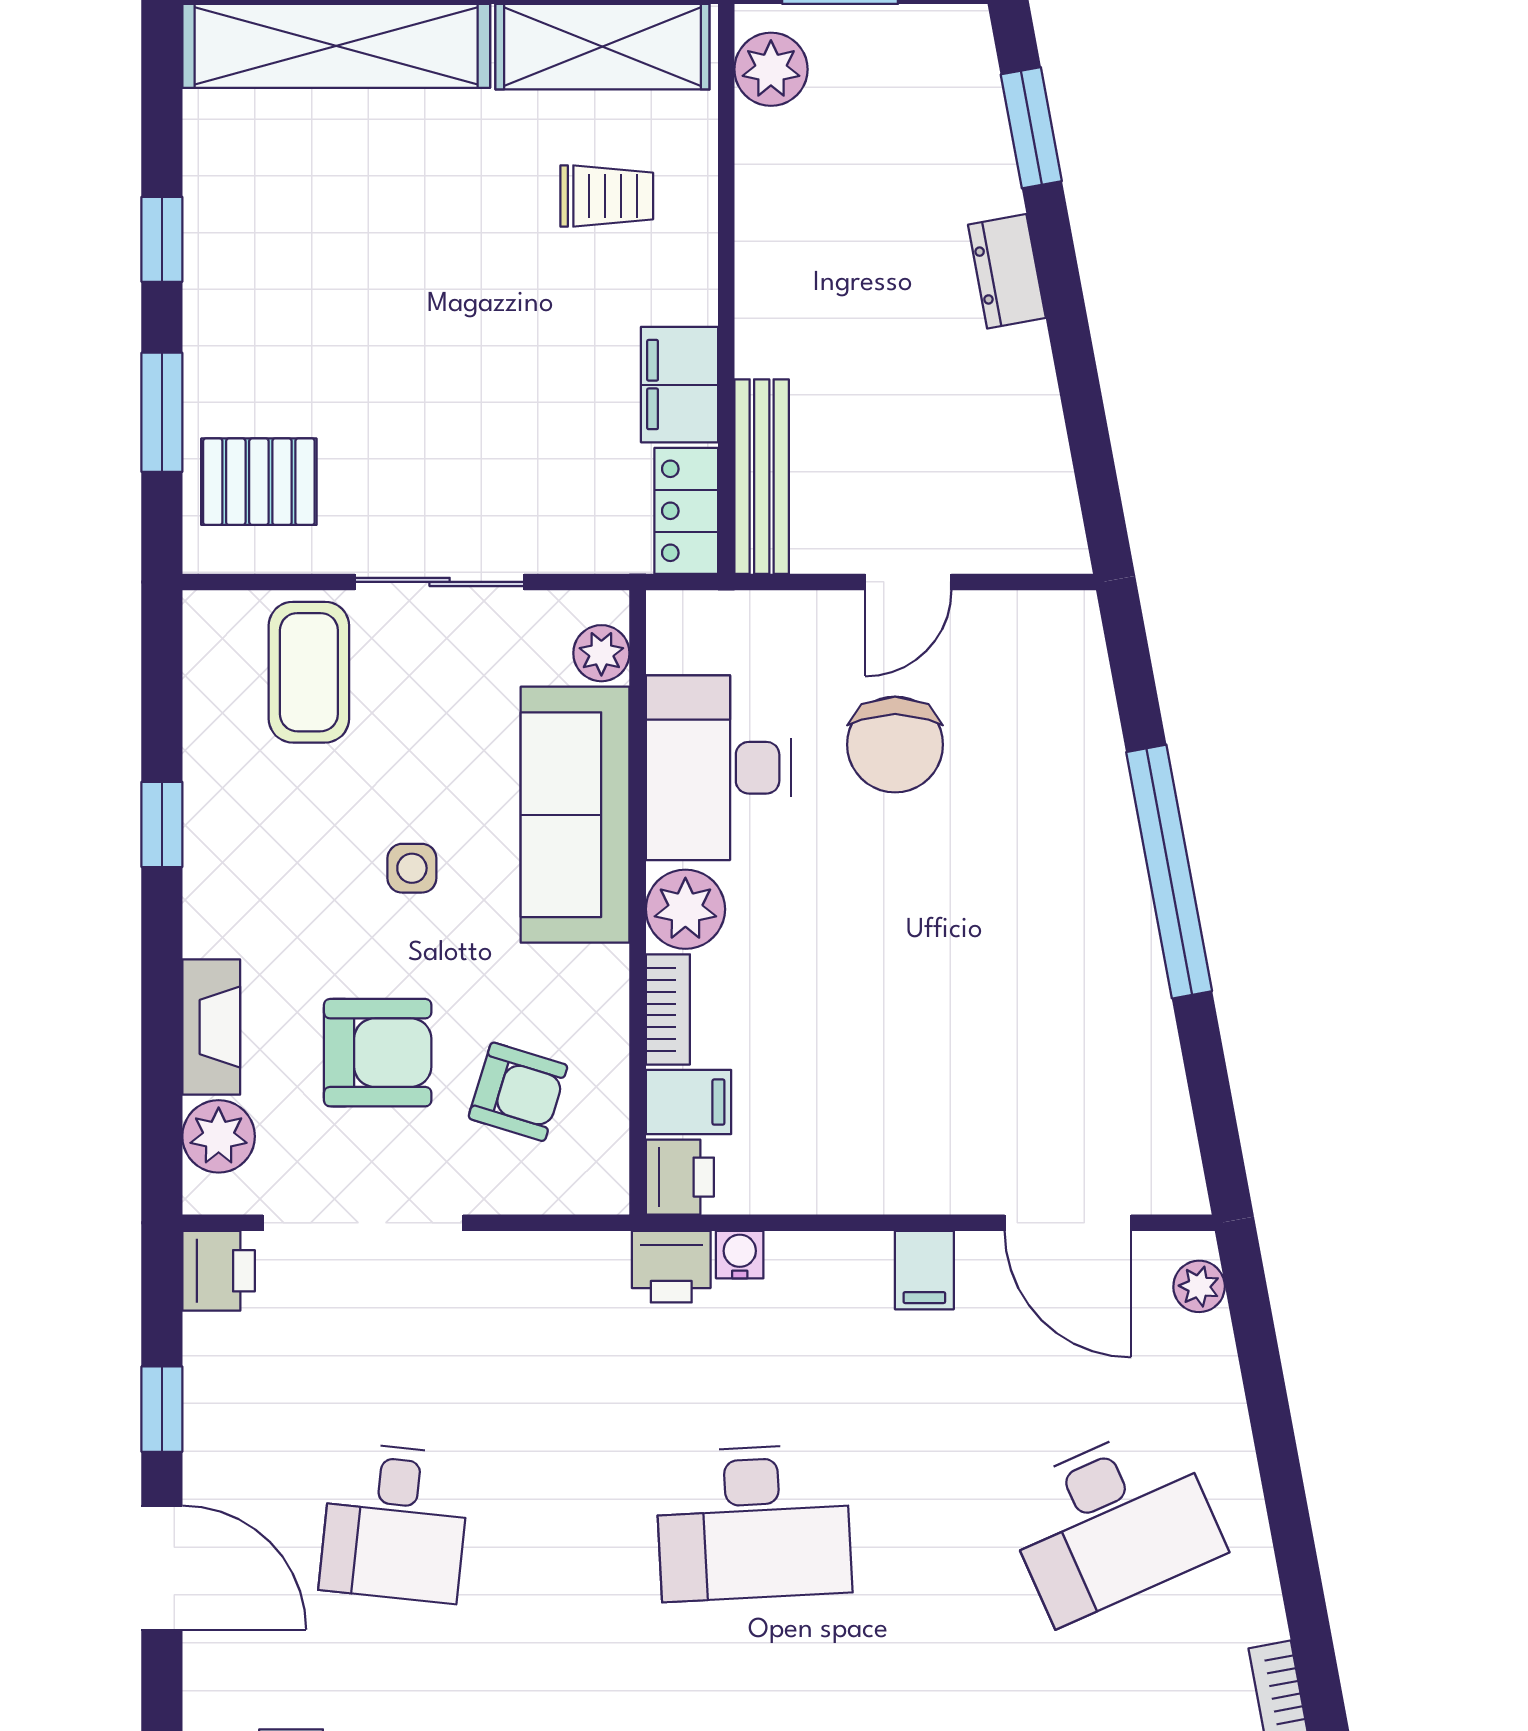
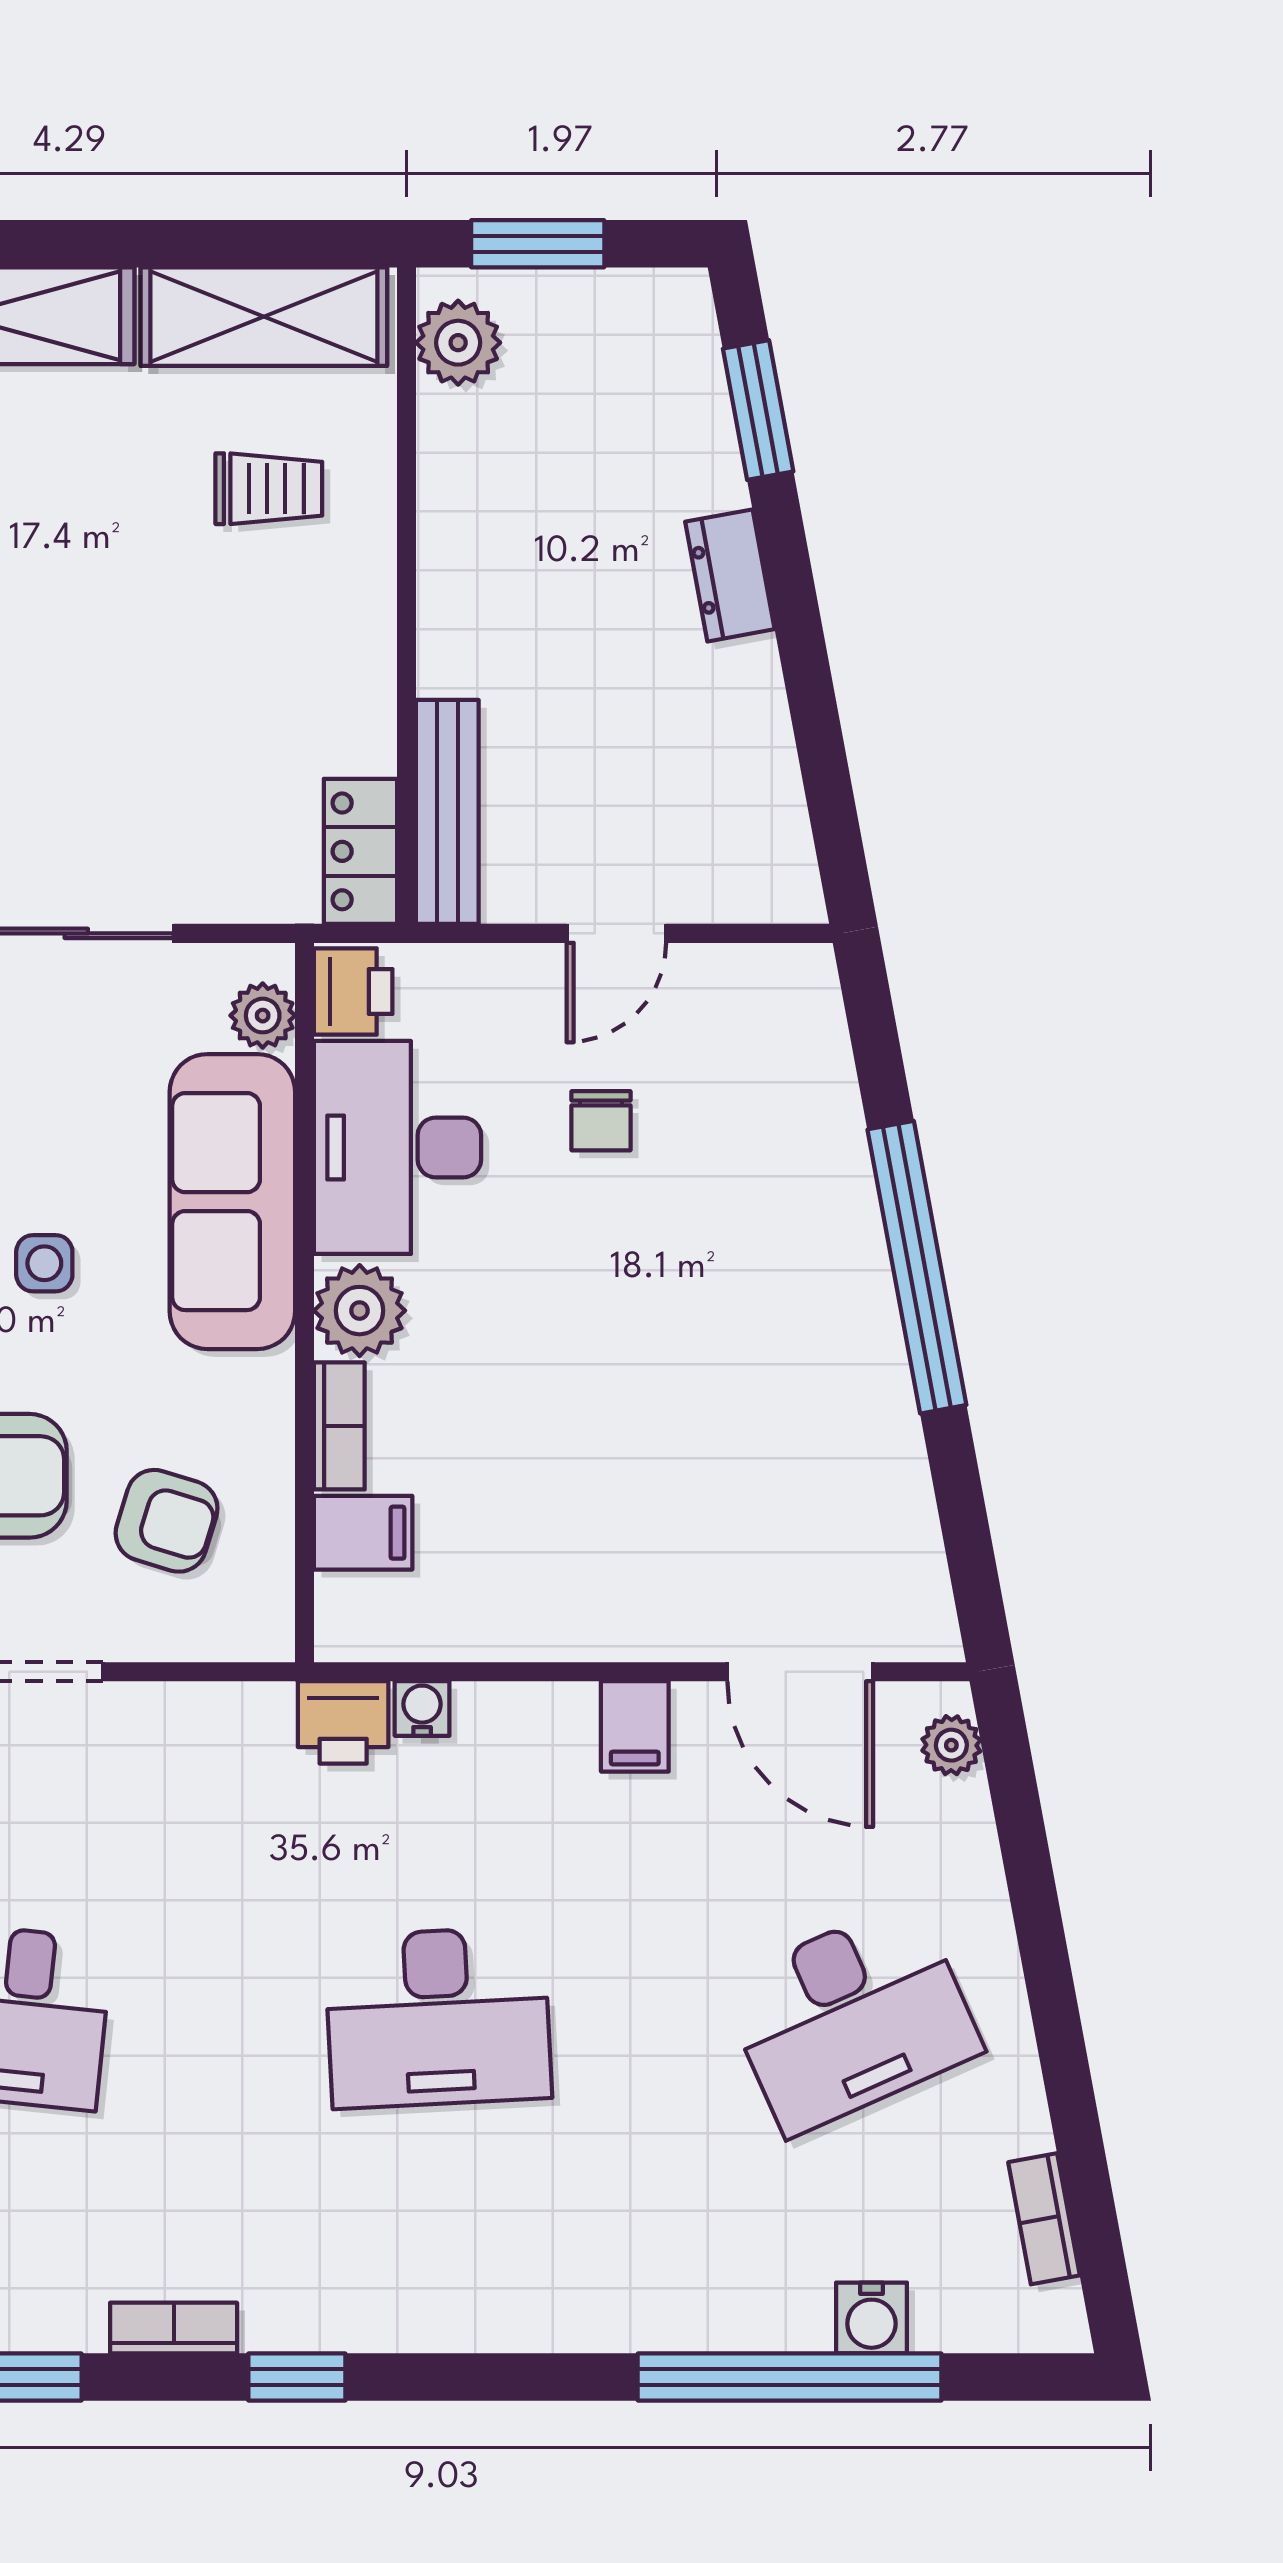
filing cabinet: (680, 385) -> (353, 706), removed
chair: (895, 745) -> (601, 1121), width x0.54, depth x0.54
printer: (680, 1177) -> (353, 992), moved

